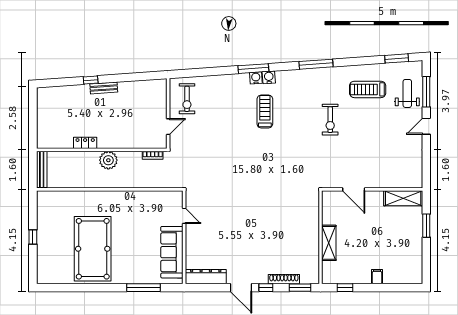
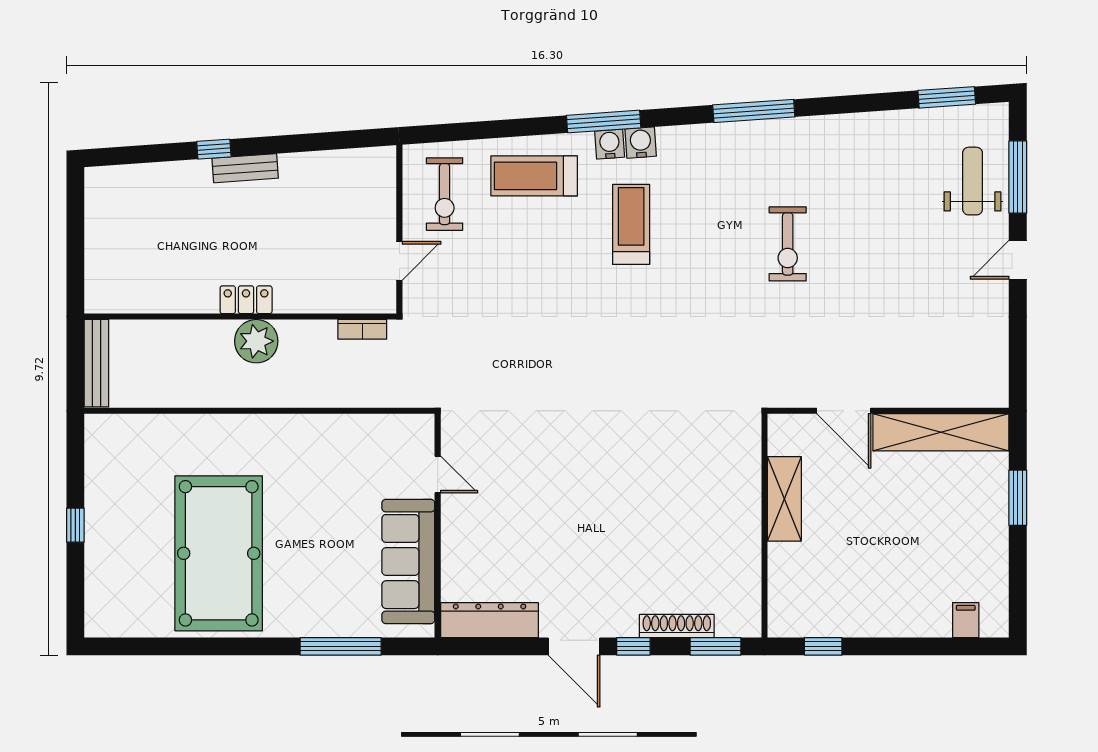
treadmill: (368, 89) -> (534, 176), moved
locker: (85, 143) -> (246, 300), moved
shelving: (403, 198) -> (941, 432), width x1.47
shelving: (329, 243) -> (784, 499), moved
filing cabinet: (377, 277) -> (966, 620), moved

